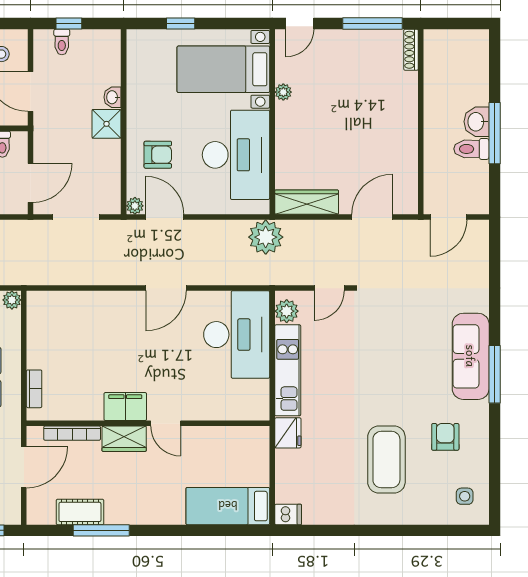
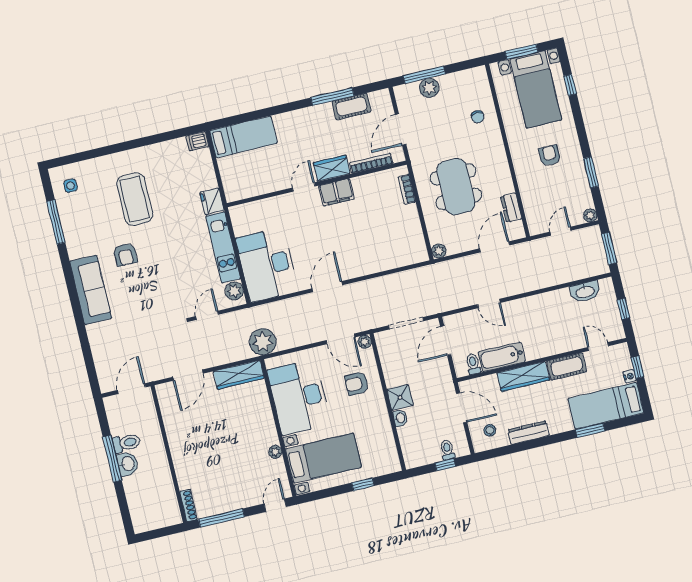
window: (495, 374) -> (56, 222), moved
door: (166, 423) -> (304, 187), hinge flipped
armchair: (445, 437) -> (125, 255), moved

